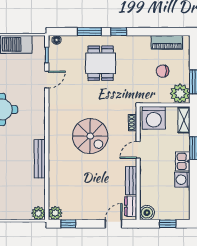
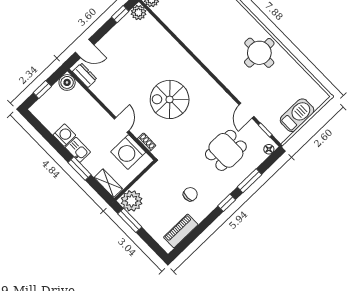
dining table: (101, 63) -> (226, 150), moved, turned 90
chair: (163, 71) -> (190, 194), moved
washing machine: (154, 118) -> (128, 152), moved, turned -90
bench: (40, 159) -> (192, 43), removed
bench: (131, 180) -> (104, 96), removed
door: (114, 224) -> (85, 48), hinge flipped

